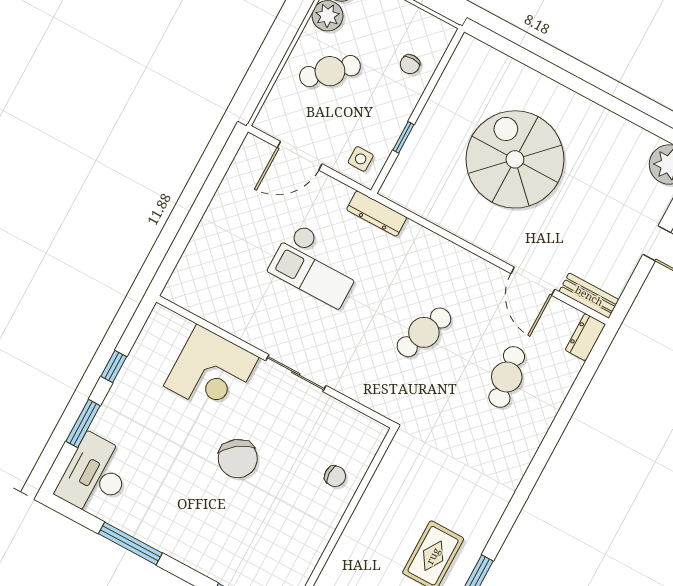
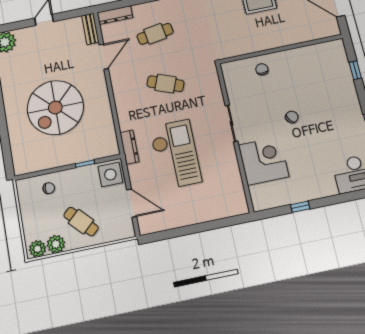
side table: (361, 159) -> (110, 175), width x1.87, depth x1.87
checkout: (316, 265) -> (175, 154), width x1.36, depth x1.21
dresser: (585, 337) -> (115, 15), width x1.44
window: (83, 424) -> (338, 199), removed
chair: (238, 459) -> (292, 117), width x0.54, depth x0.54

